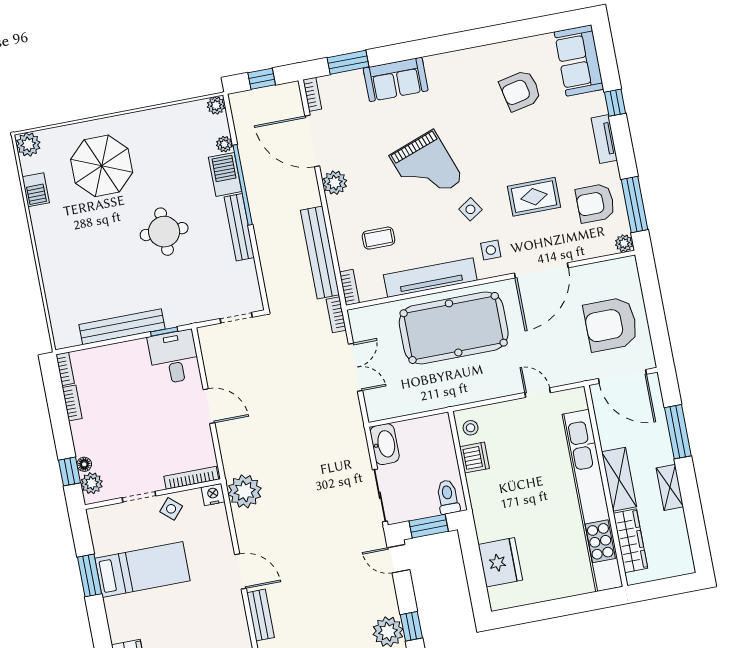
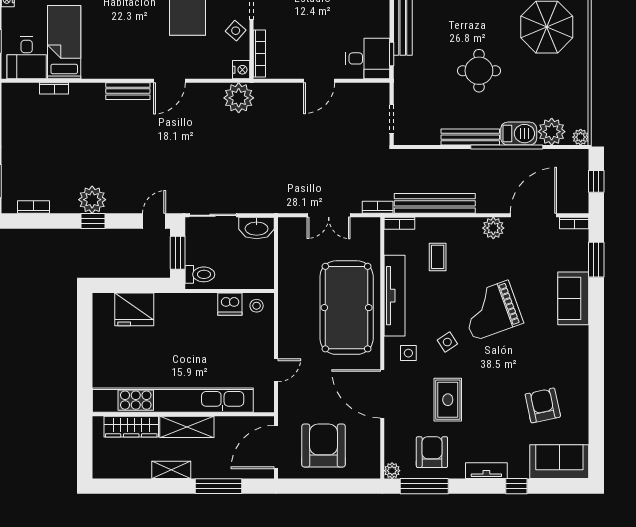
plant: (224, 144) -> (552, 132), width x1.88, depth x1.88

